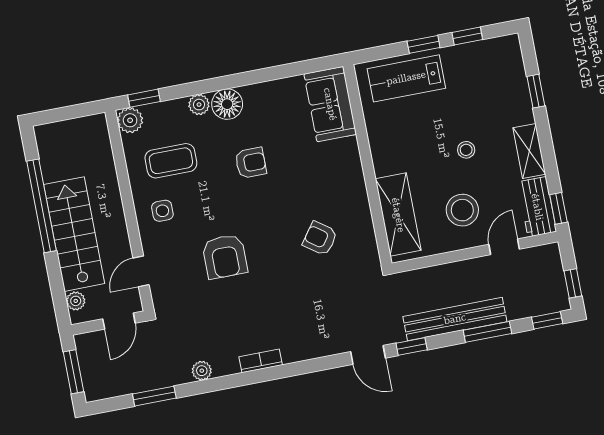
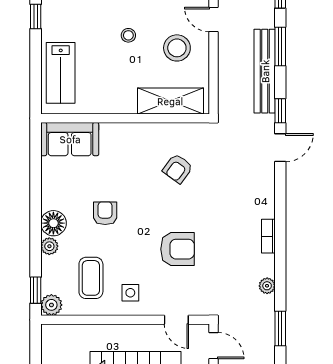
window: (424, 44) -> (36, 53), removed

